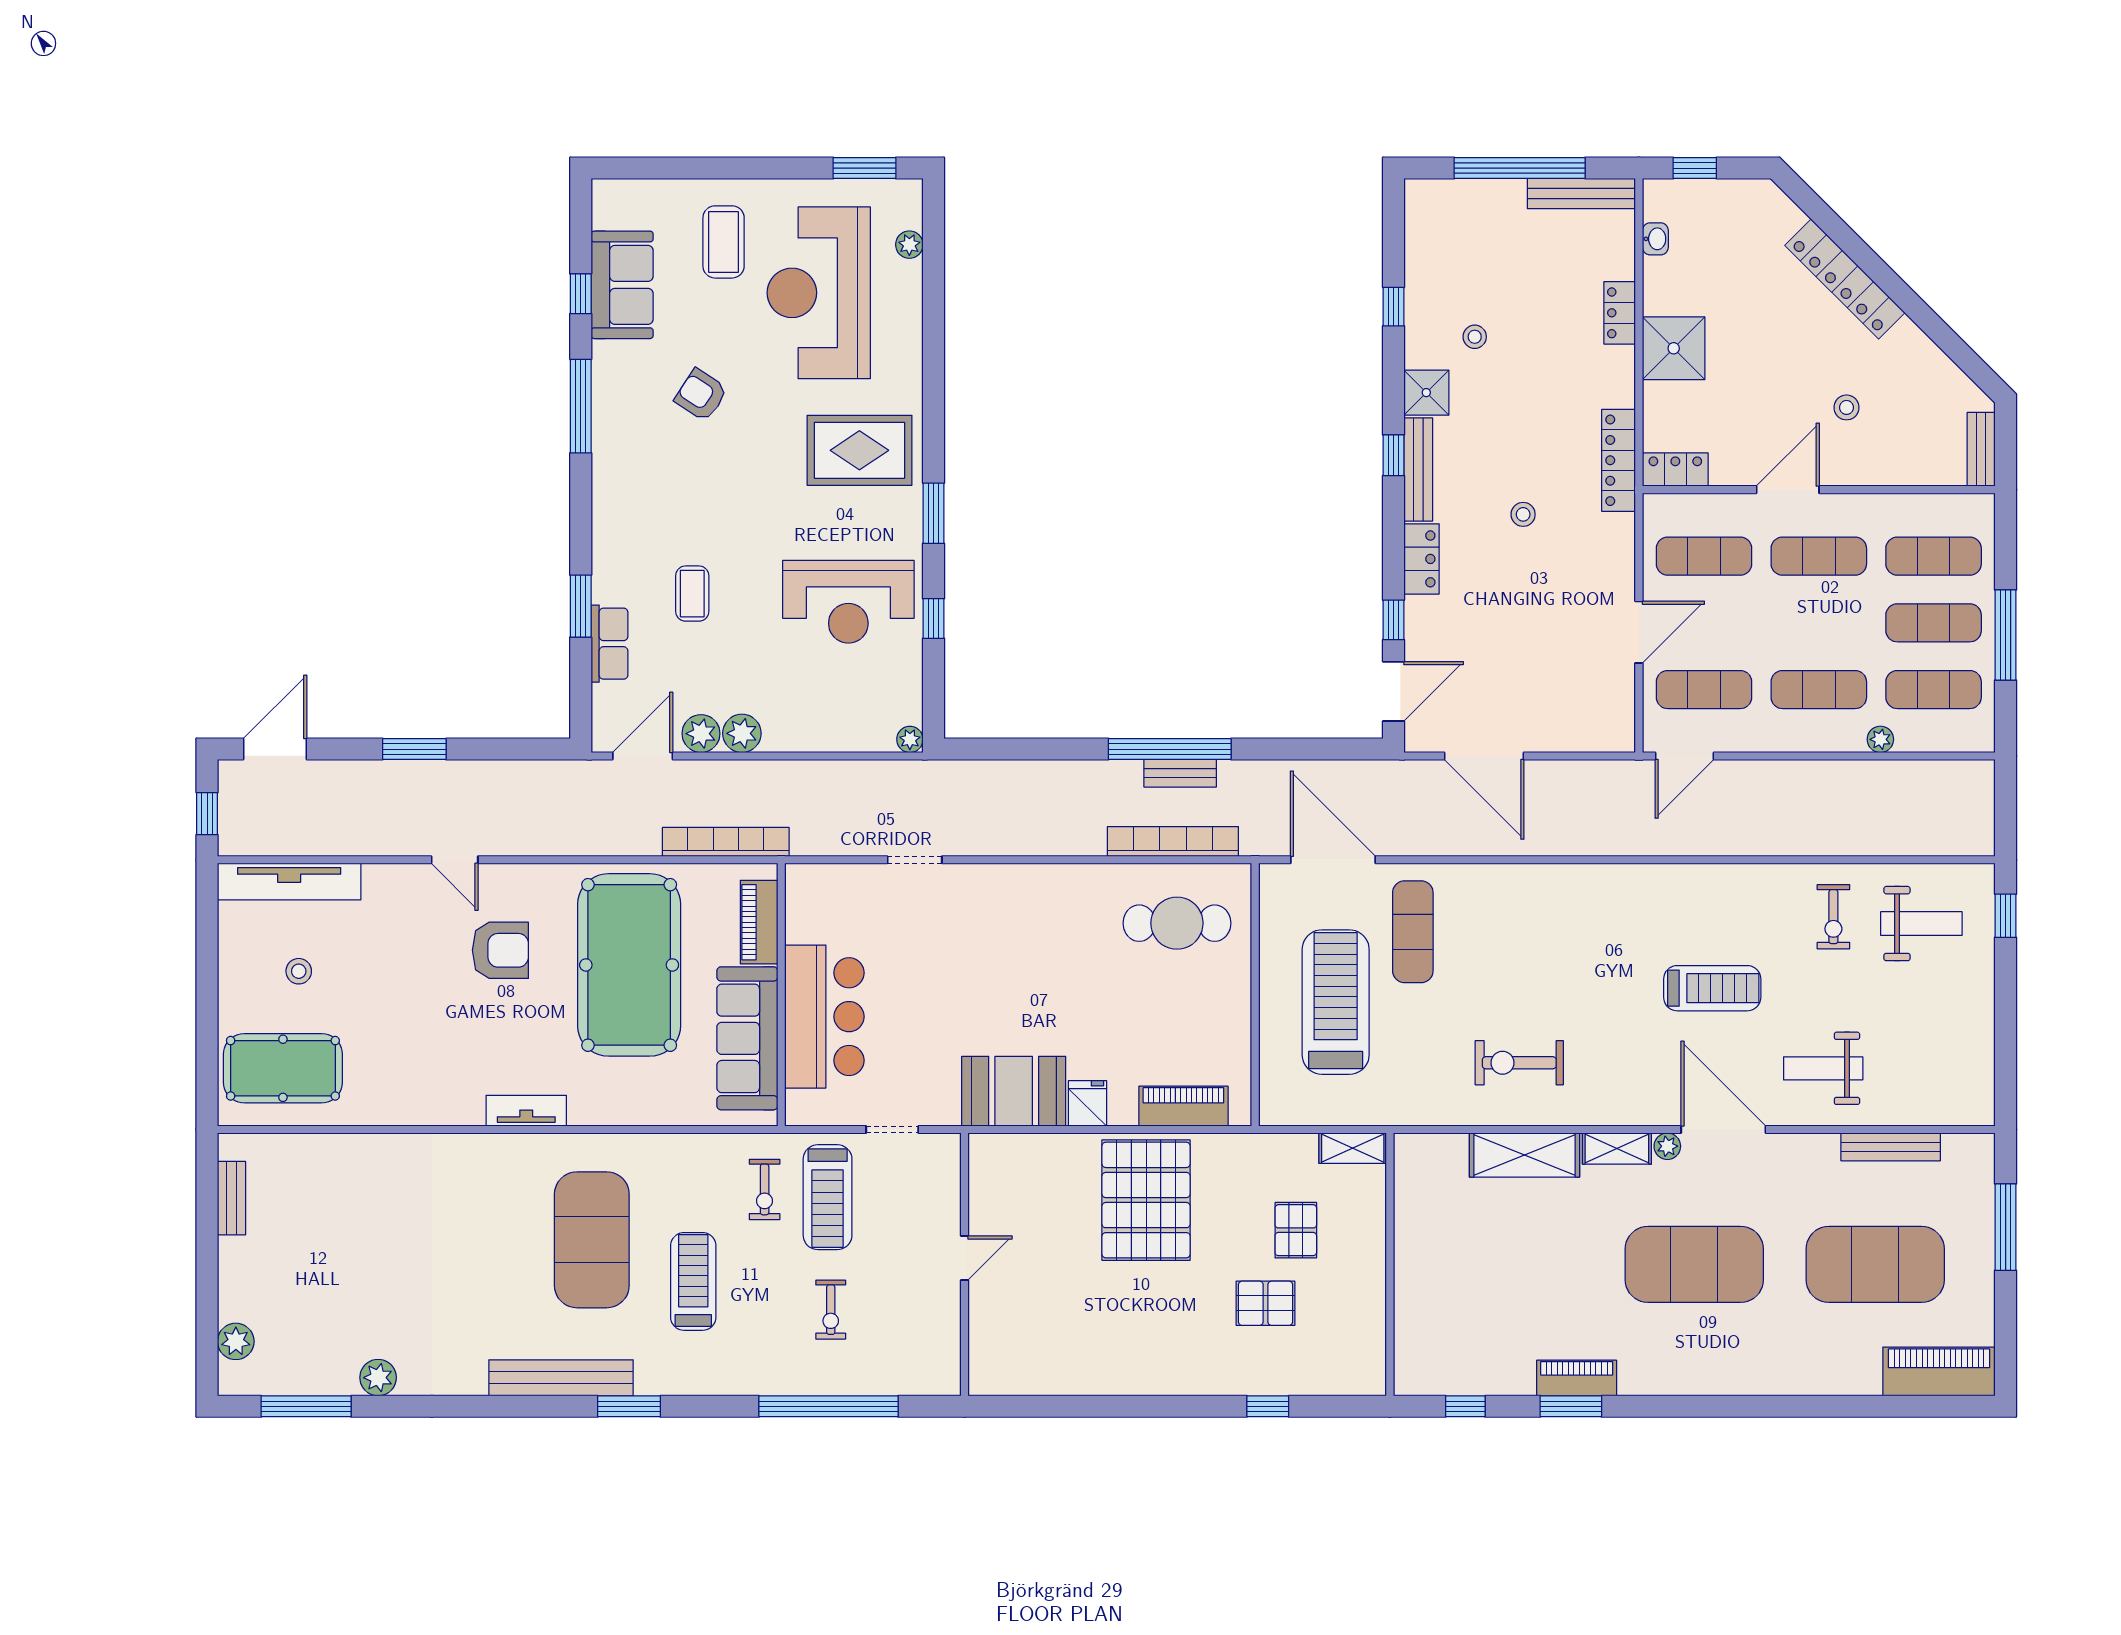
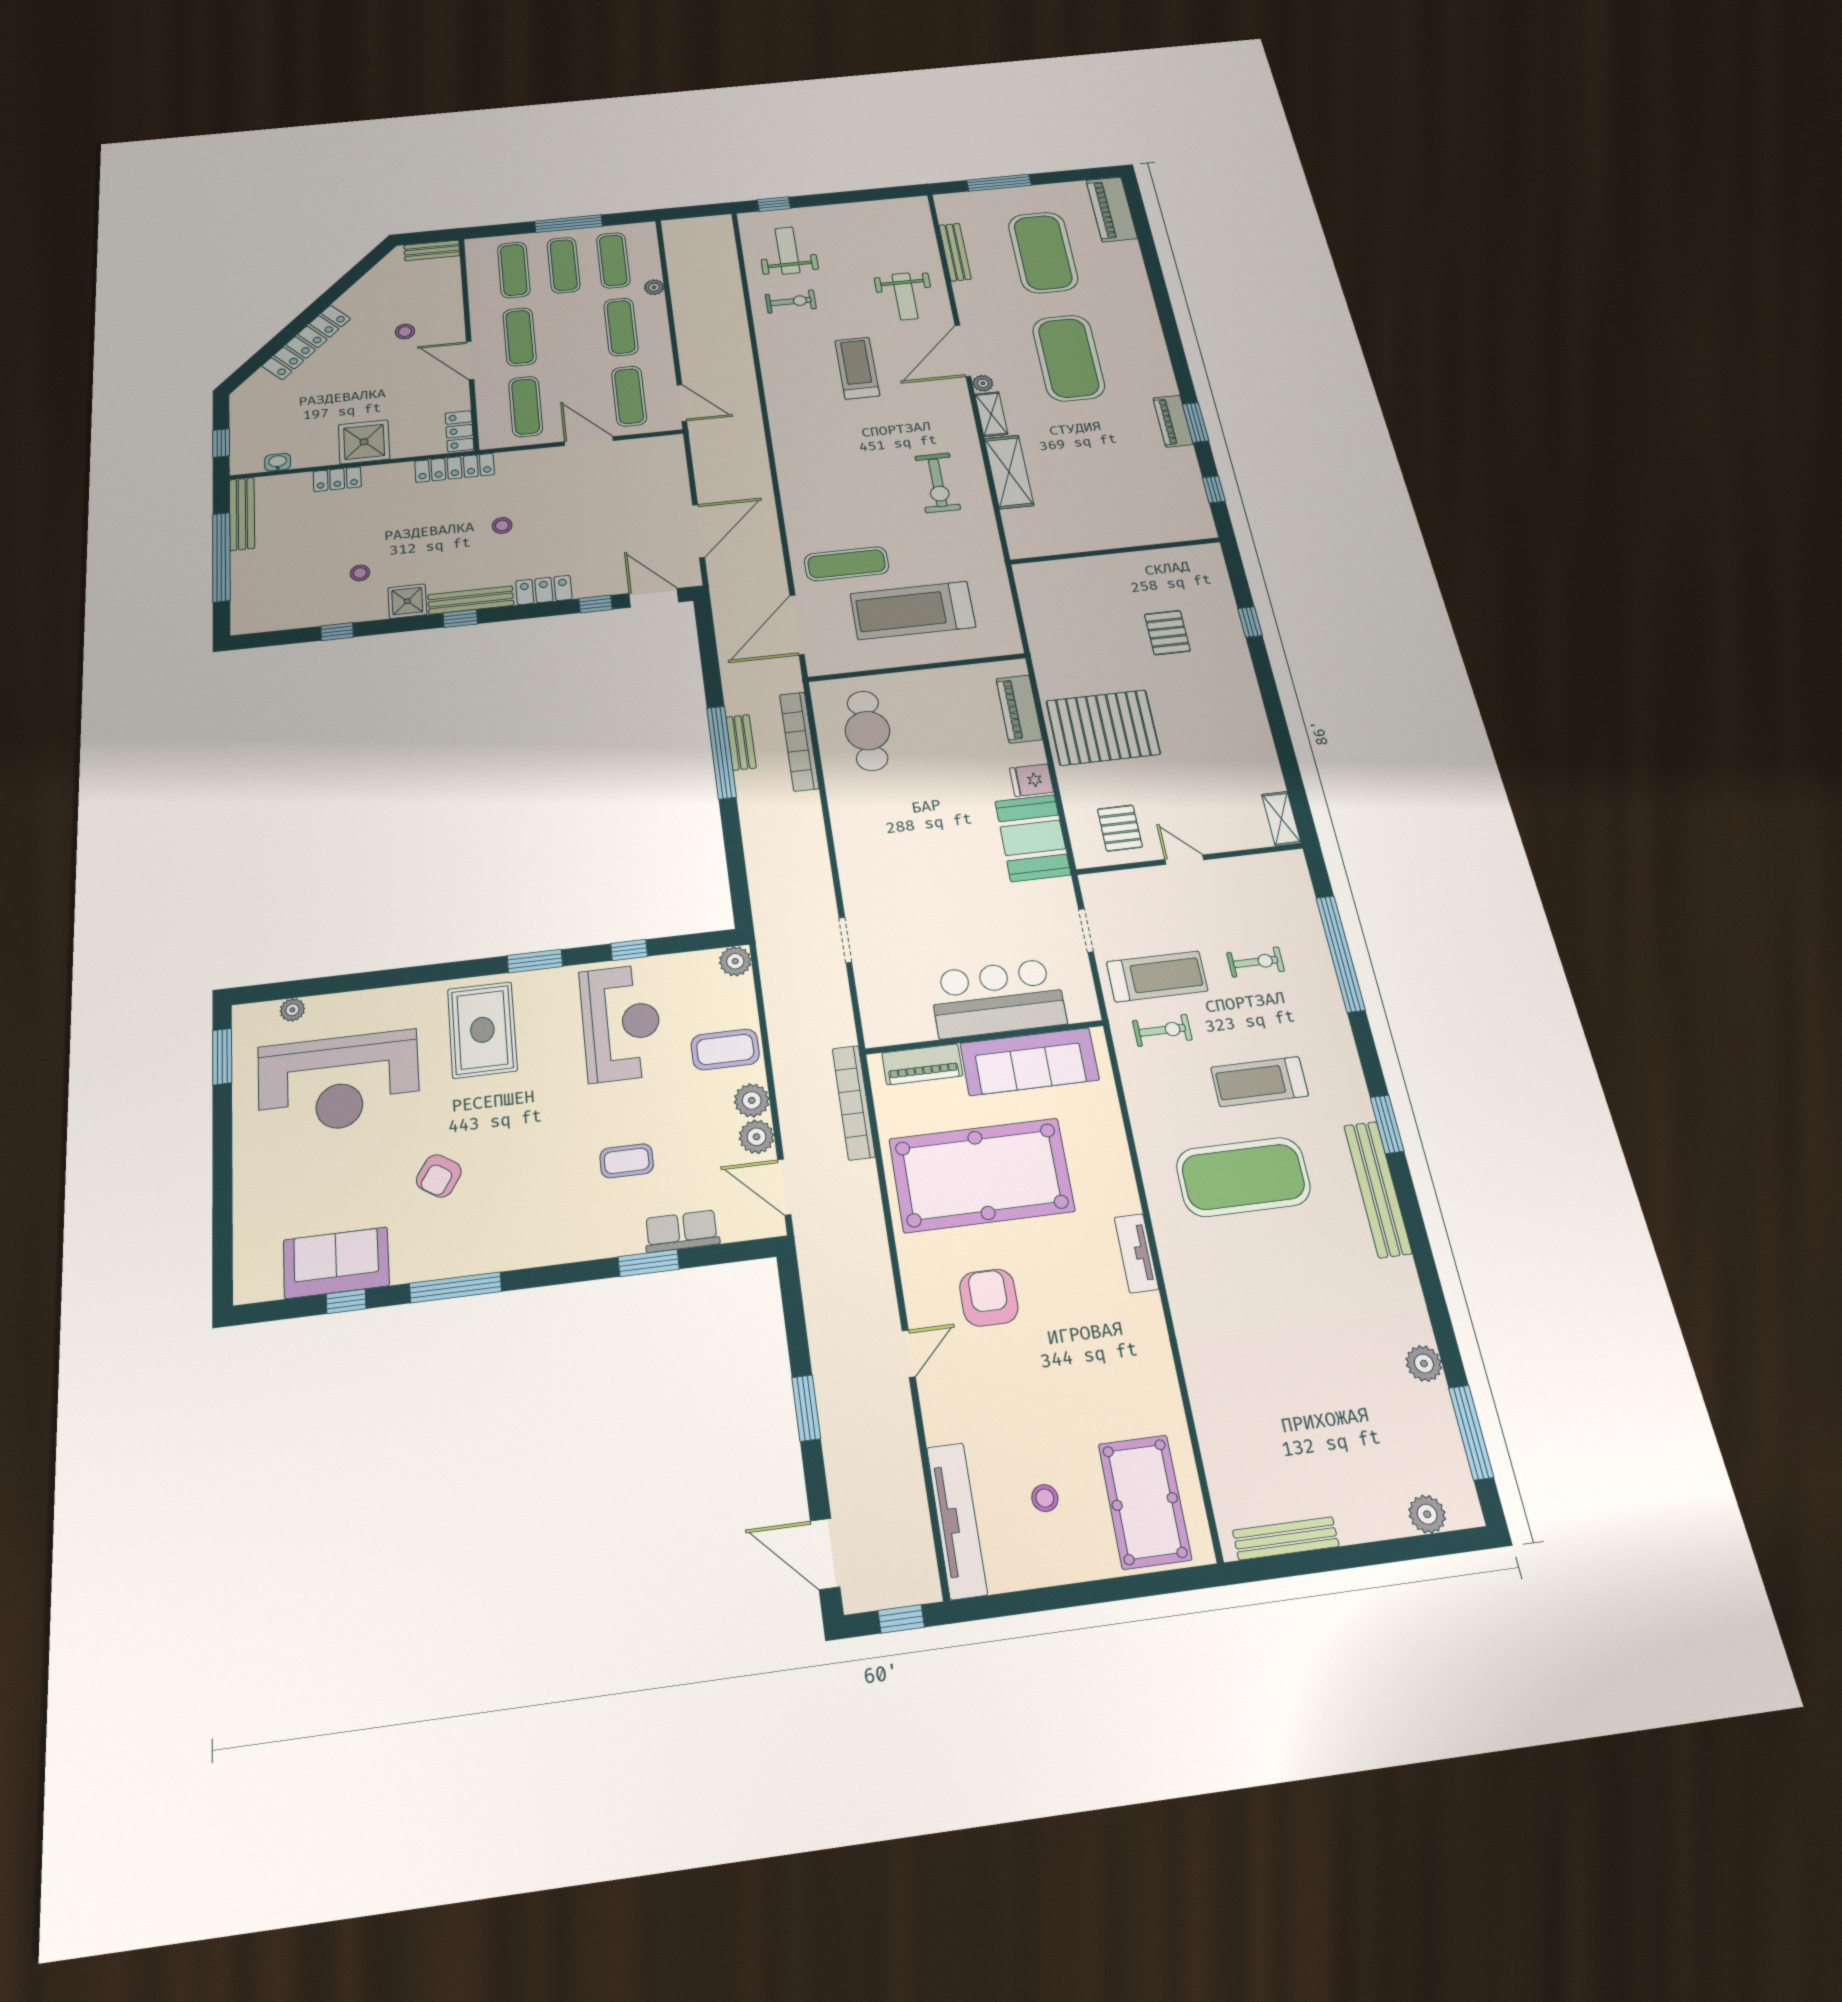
coffee table: (724, 242) -> (725, 1049), moved
plant: (910, 739) -> (735, 961), width x1.38, depth x1.38
shelving: (1353, 1148) -> (1281, 819), moved
bench: (232, 1198) -> (1286, 1538), width x1.36
pallet: (1296, 1230) -> (1120, 828), moved, turned 90

